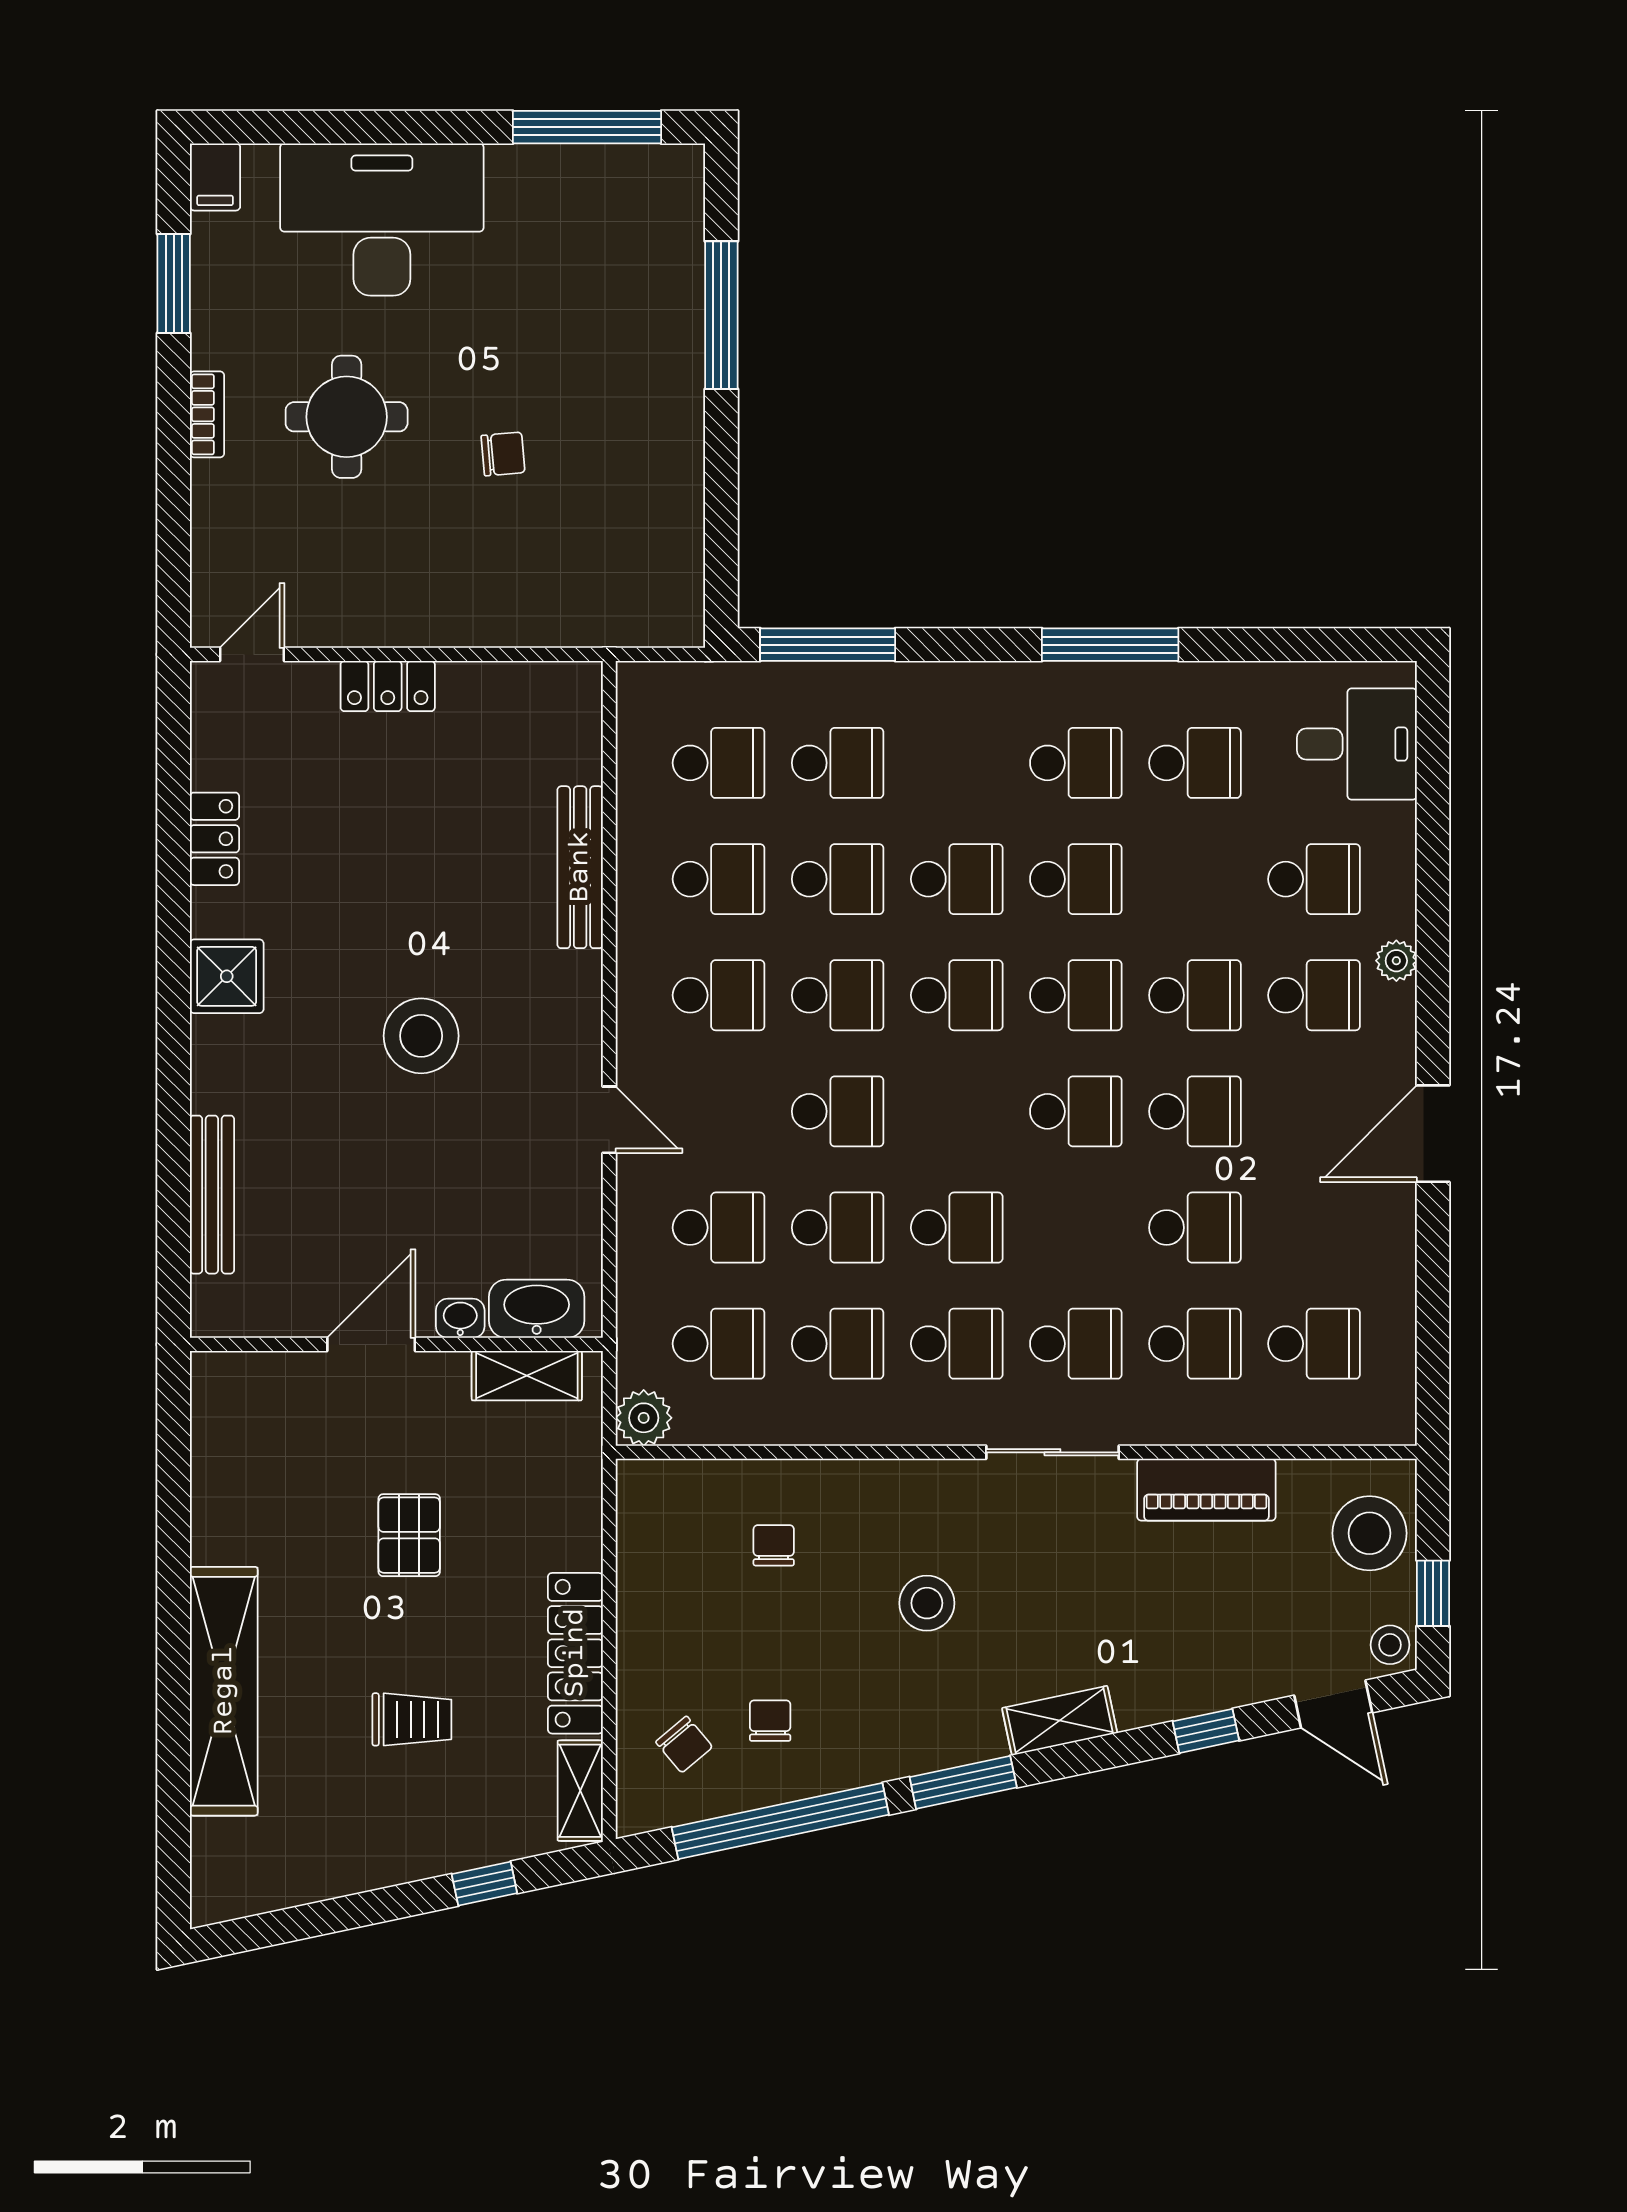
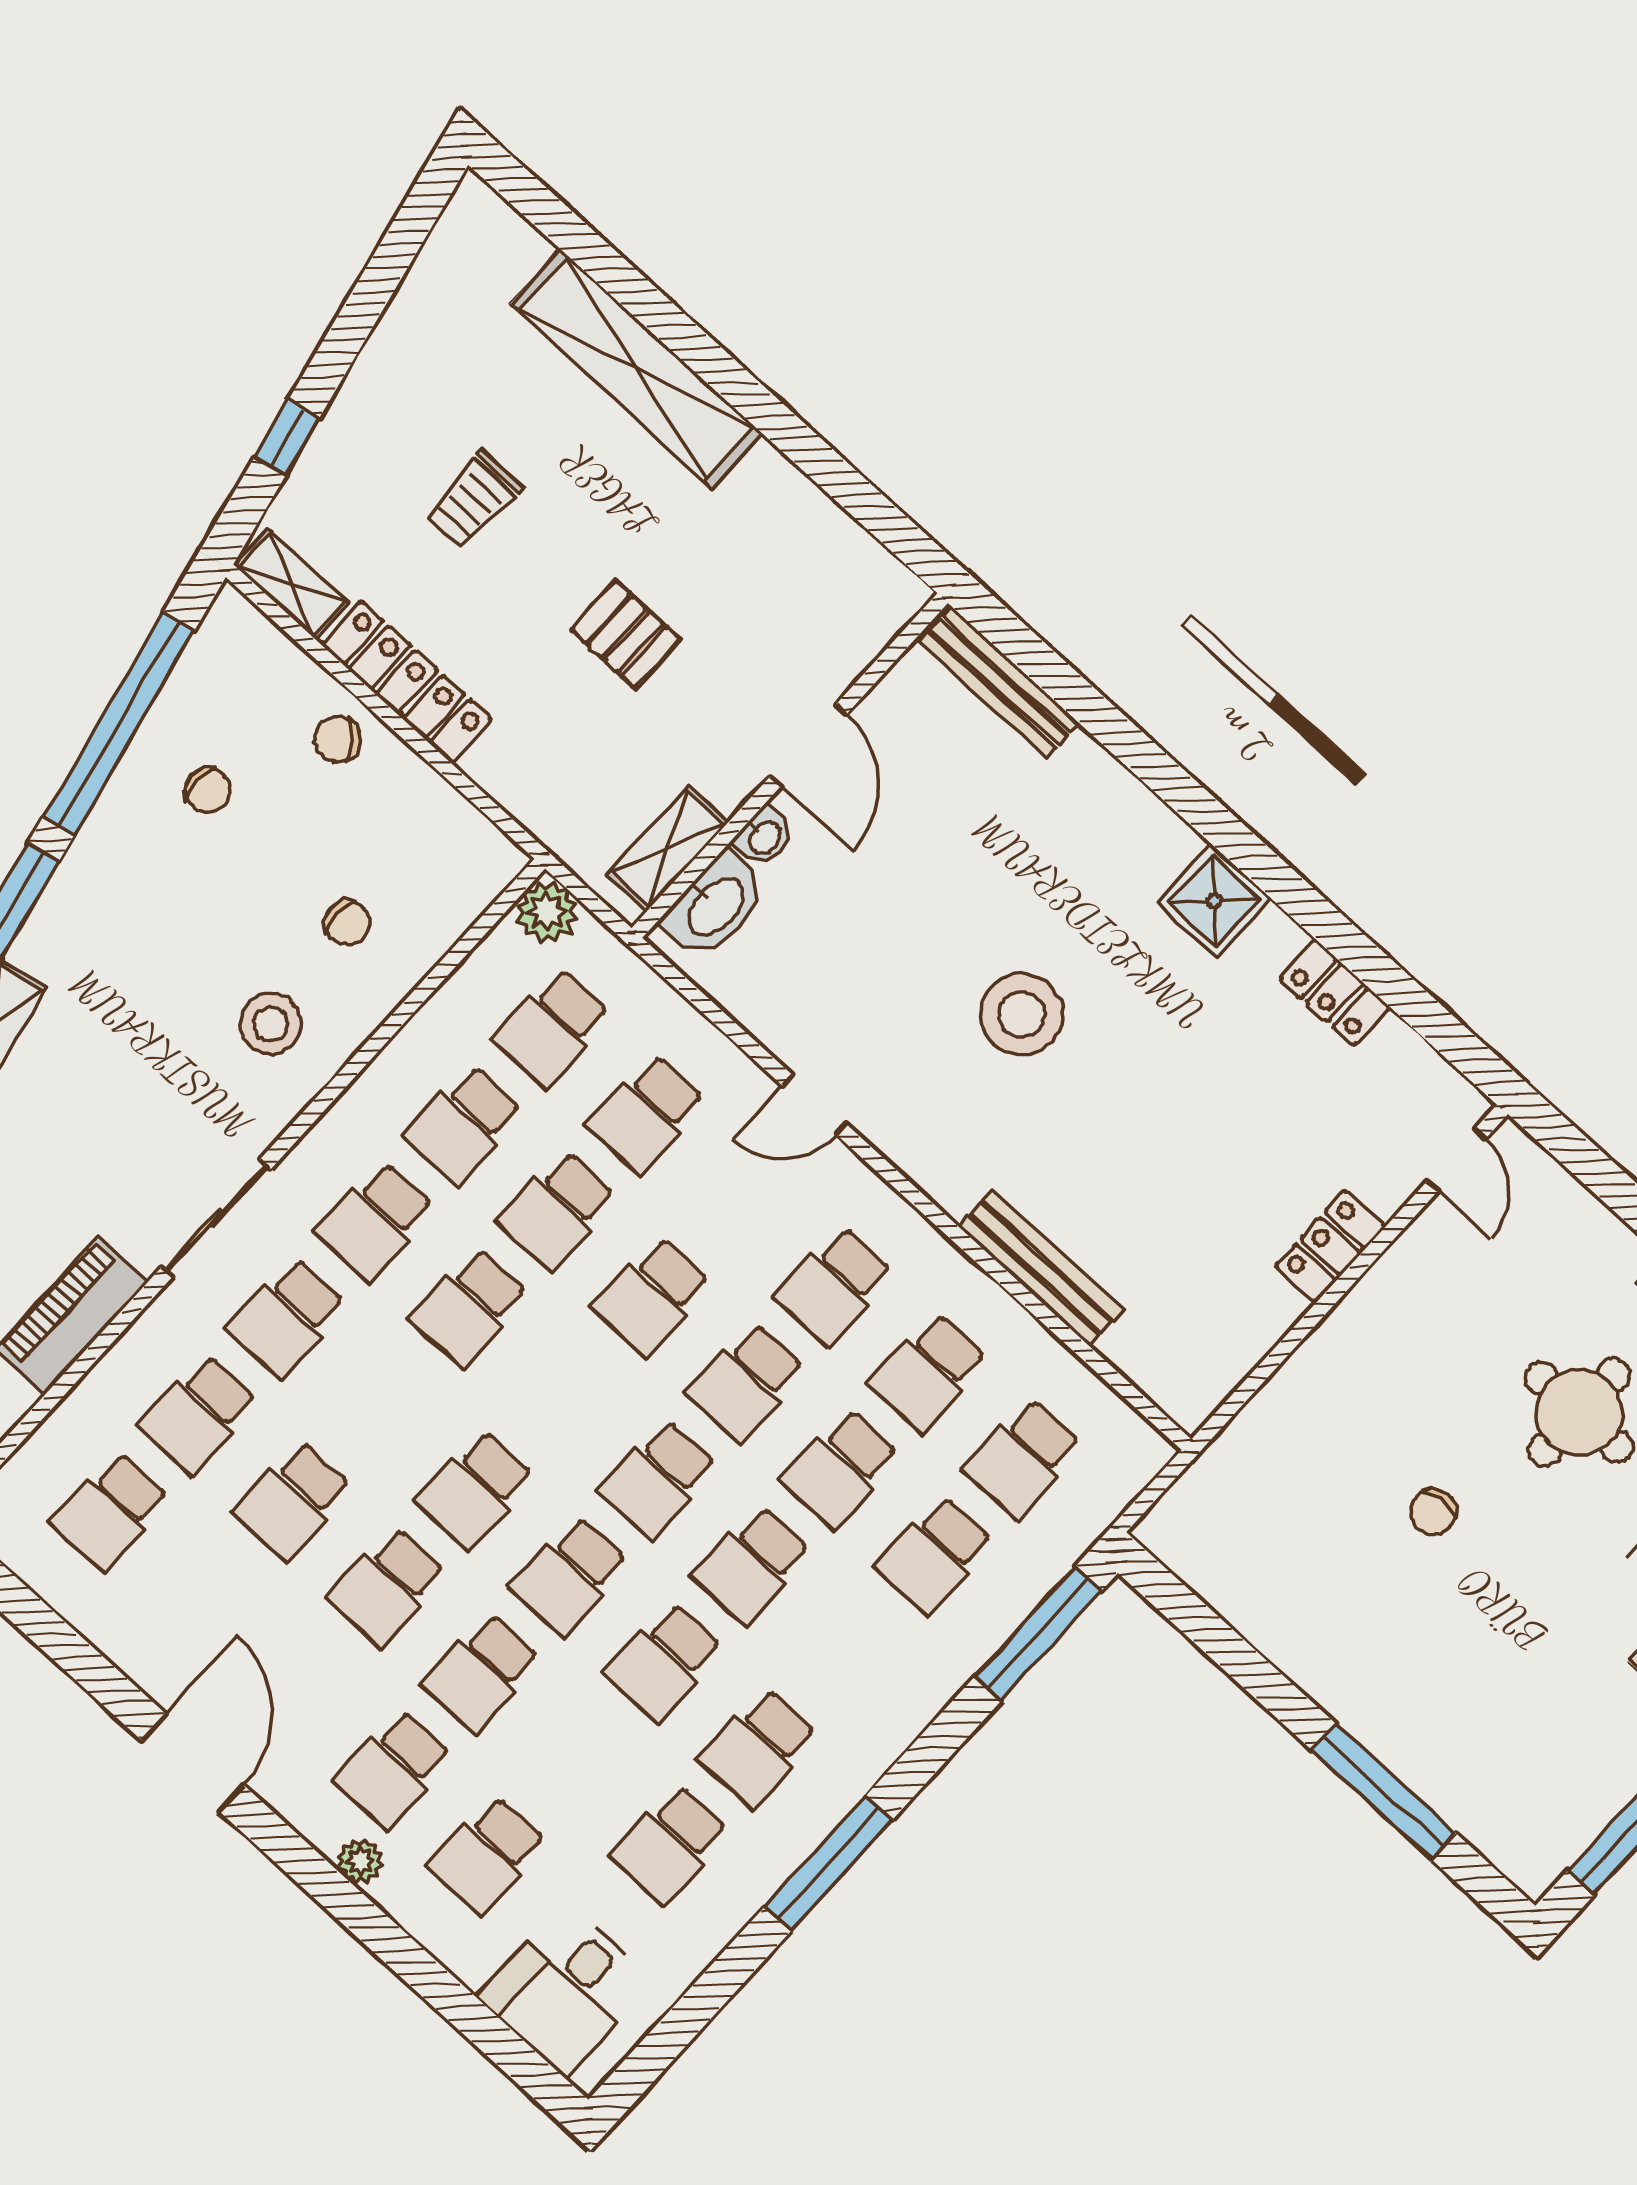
bench: (212, 1195) -> (999, 682), moved
stool: (927, 1603) -> (271, 1024), moved
chair: (684, 1744) -> (337, 739), moved

